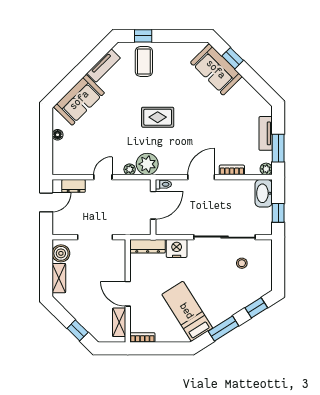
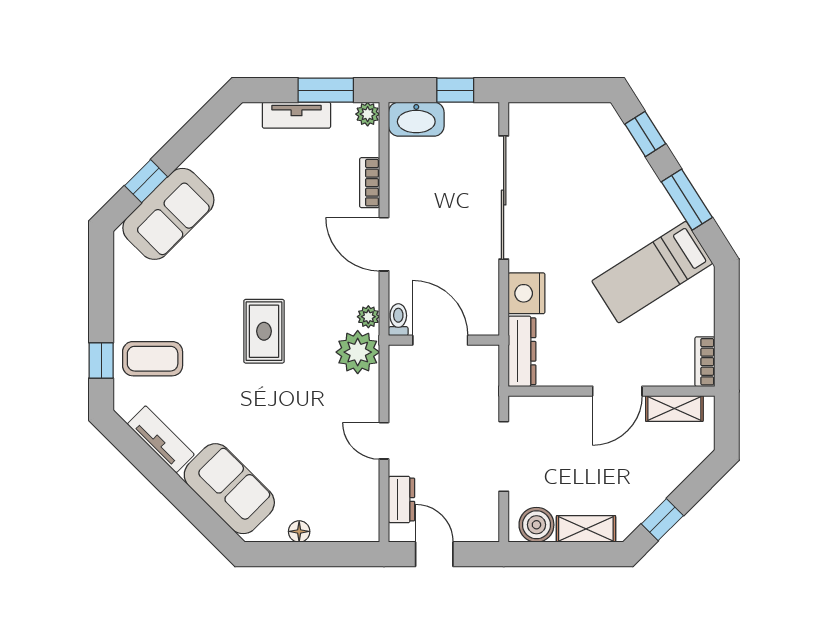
plant: (130, 169) -> (368, 317), moved
stool: (242, 263) -> (556, 163), removed
window: (78, 330) -> (662, 520), moved

